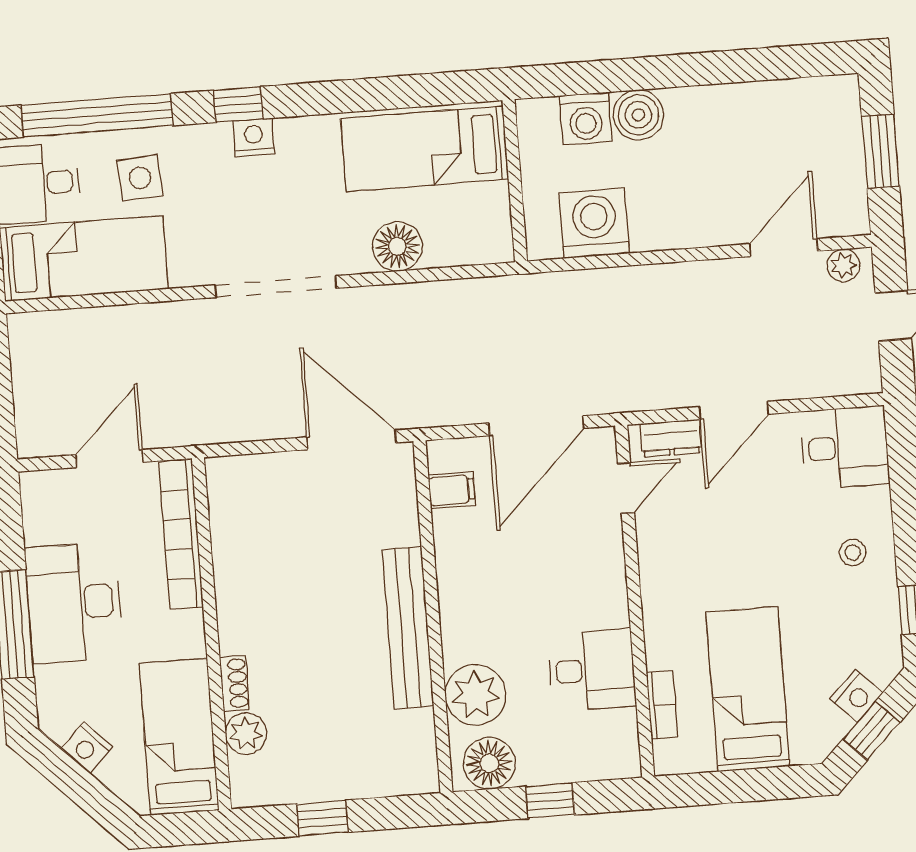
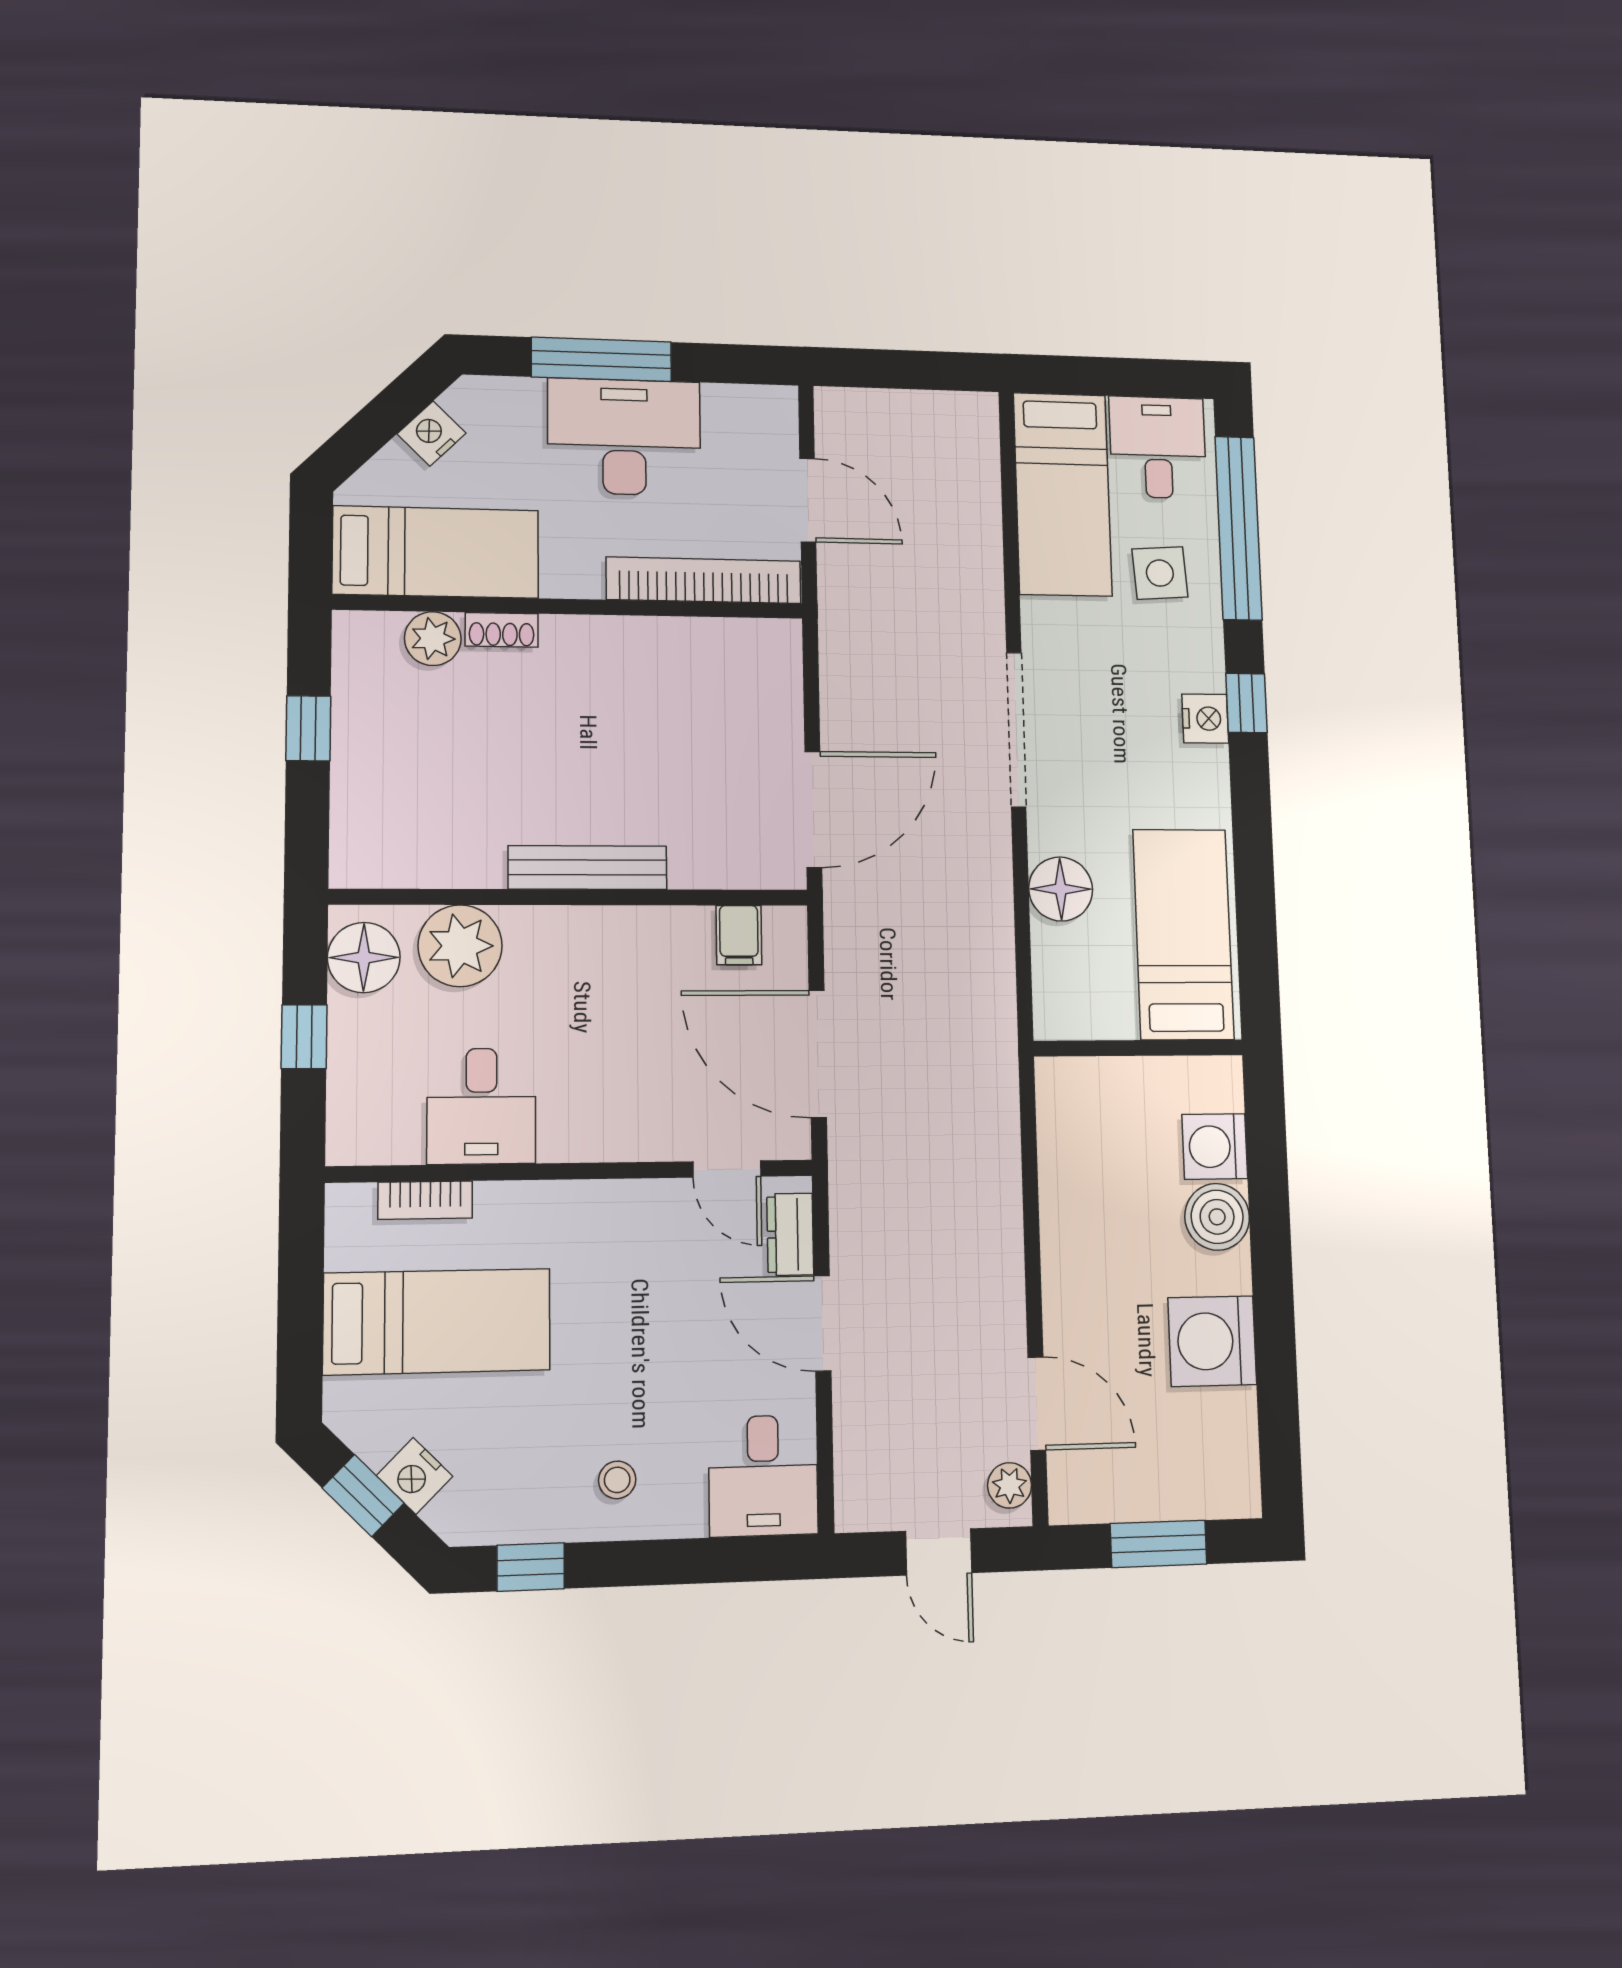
washing machine: (594, 223) -> (1212, 1341), moved, turned 180
bench: (408, 628) -> (588, 868), width x0.73, depth x0.82

